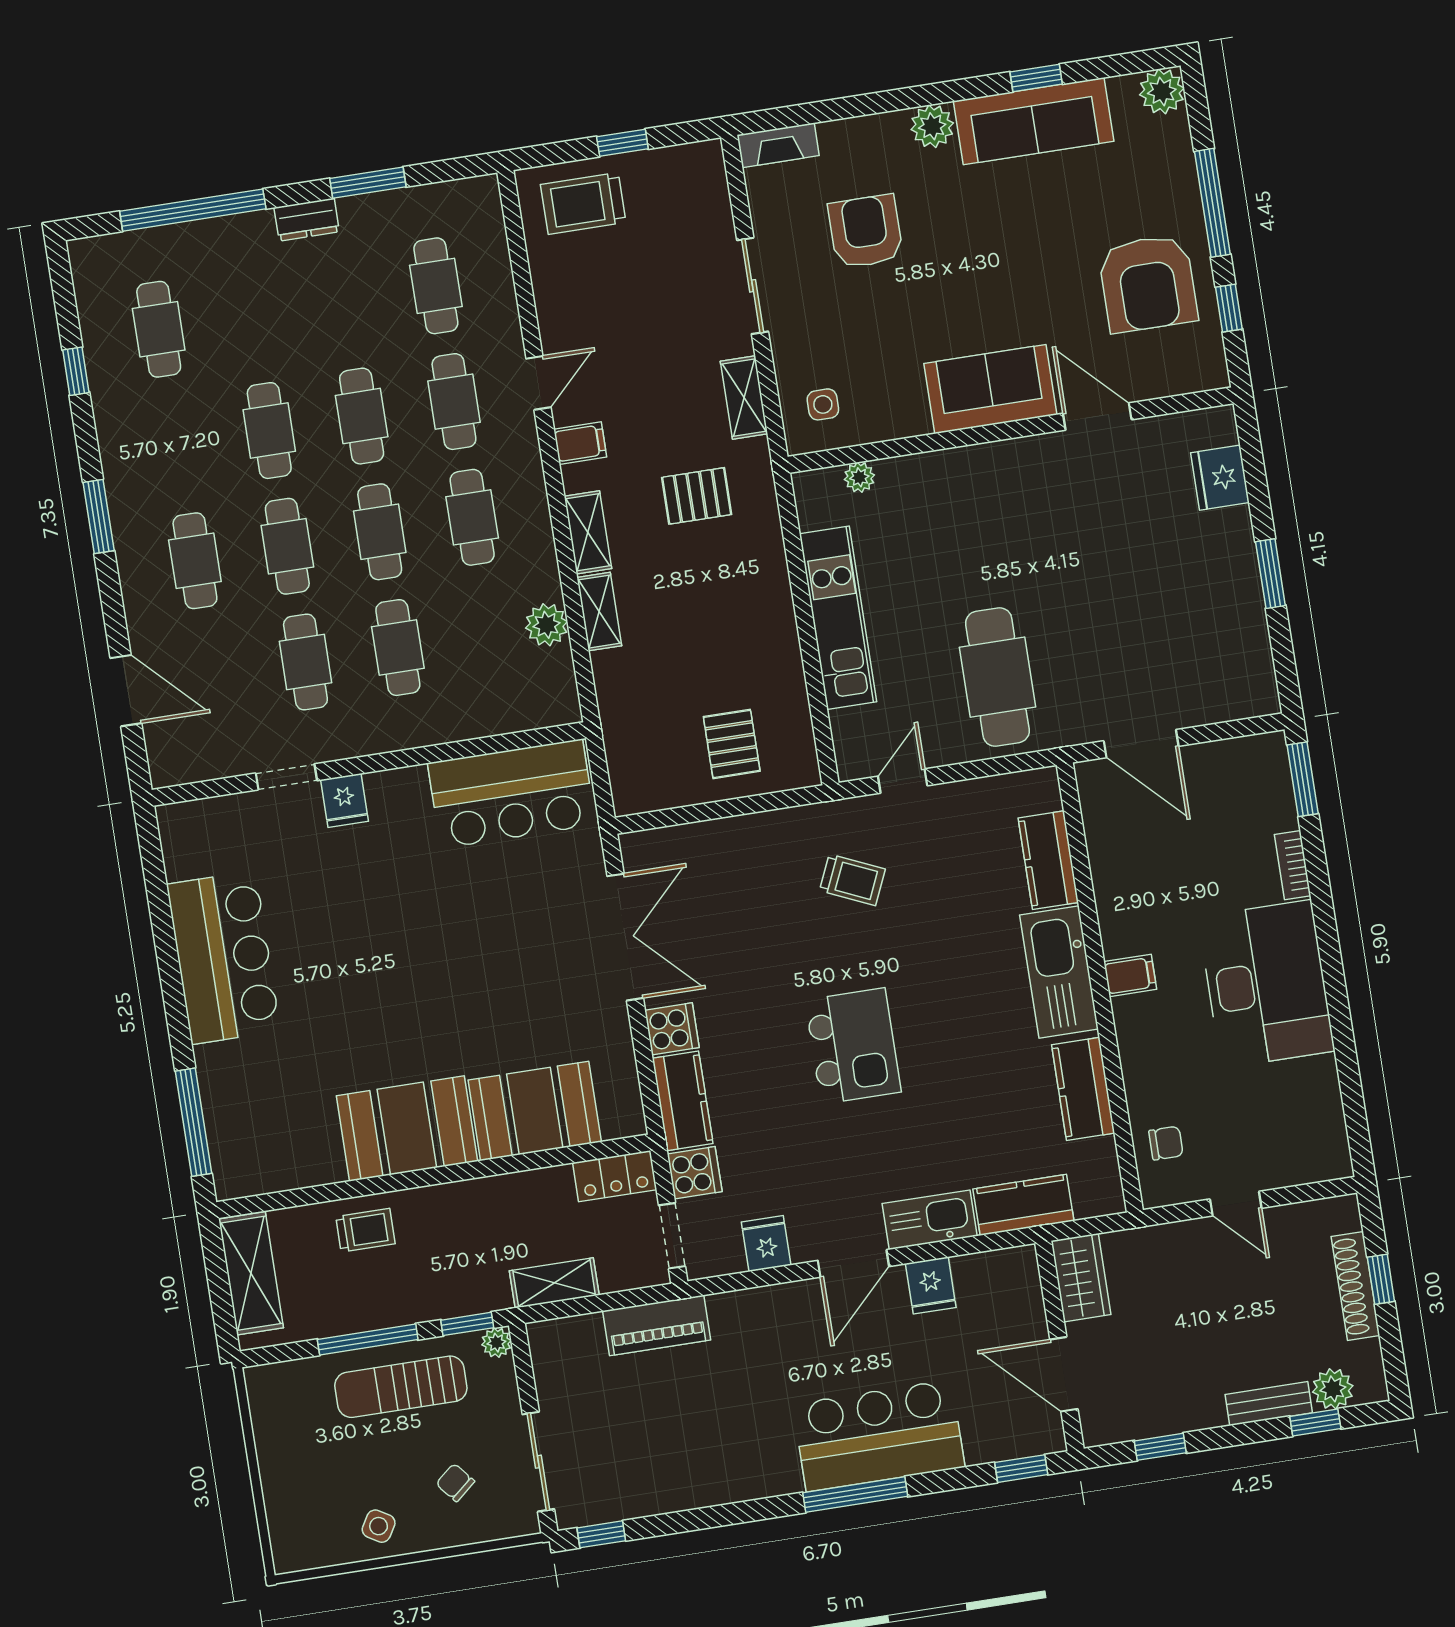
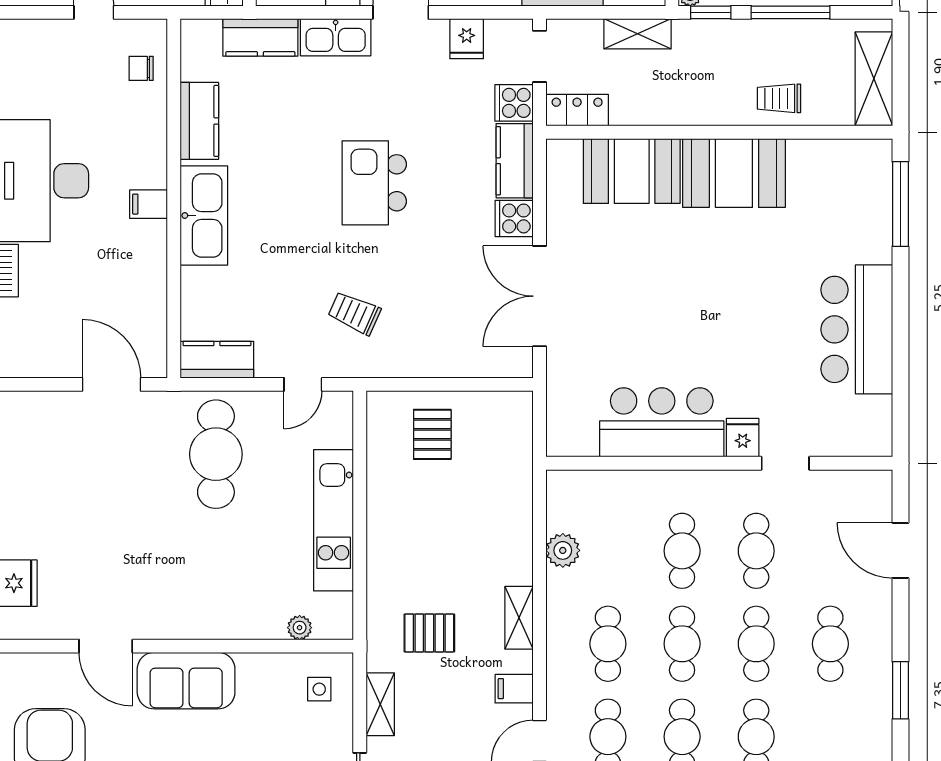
shelving: (599, 612) -> (520, 554), removed
bar counter: (512, 794) -> (662, 422), moved
kitchen counter: (1048, 860) -> (217, 360), moved, turned -90

